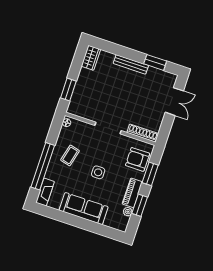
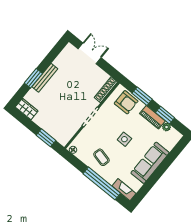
window: (155, 62) -> (33, 78), moved
armchair: (138, 159) -> (126, 102), turned -90

